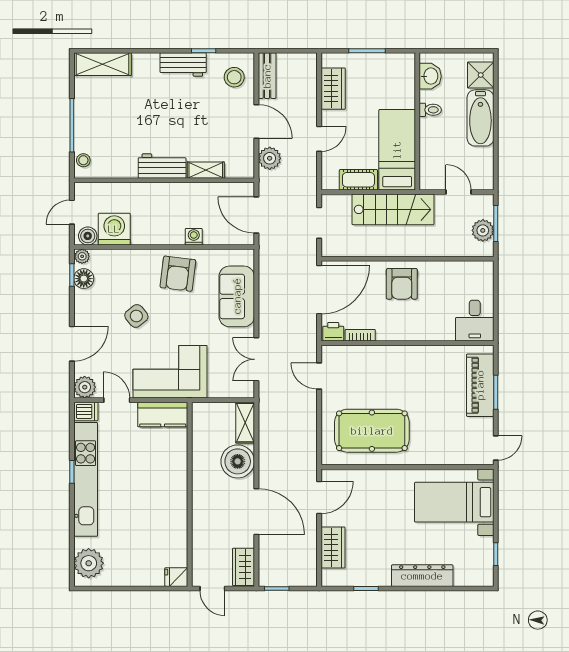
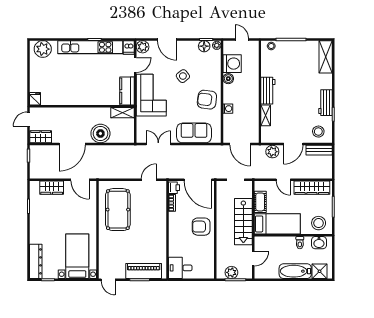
stool: (396, 77) -> (319, 223), added
wardrobe: (333, 89) -> (312, 188), width x1.50
door: (256, 215) -> (240, 144), swing flipped
boiler: (88, 236) -> (228, 79), moved
shelving: (245, 423) -> (122, 113), moved
dresser: (422, 576) -> (36, 261), moved

